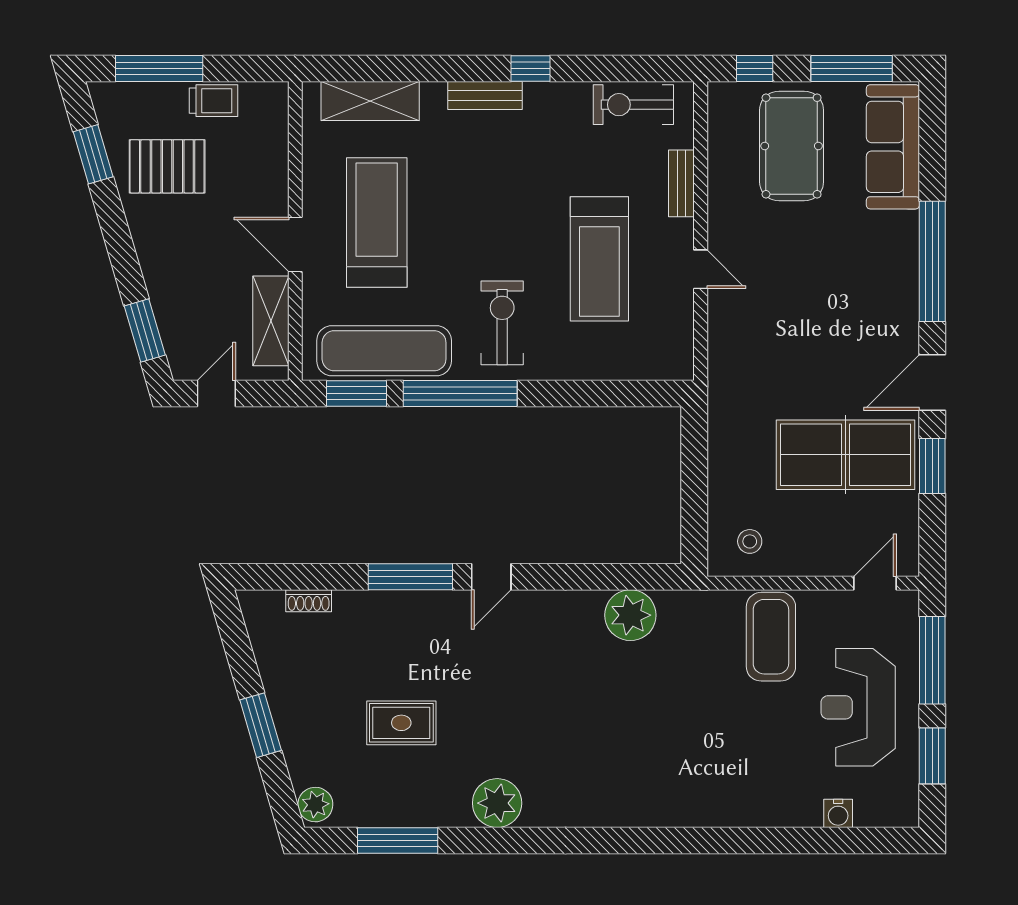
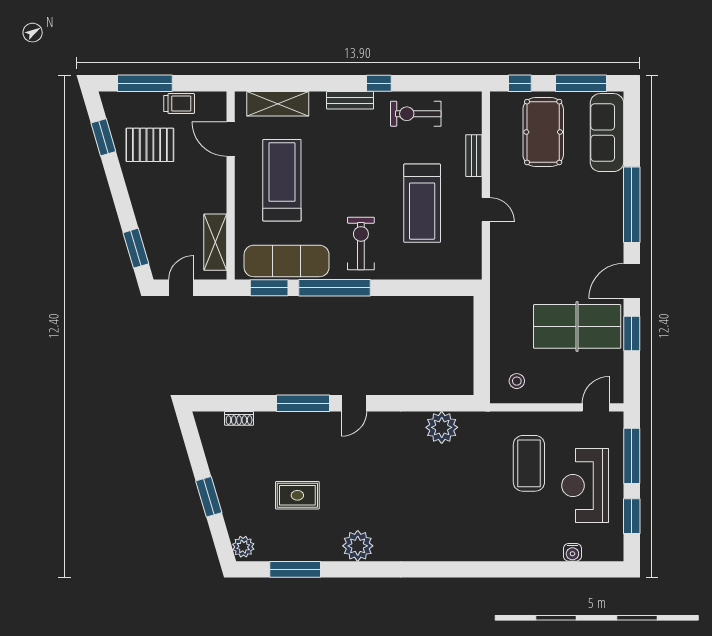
exercise bike: (633, 105) -> (416, 114), moved
door: (295, 244) -> (231, 139), moved
coffee table: (771, 637) -> (529, 463), moved

